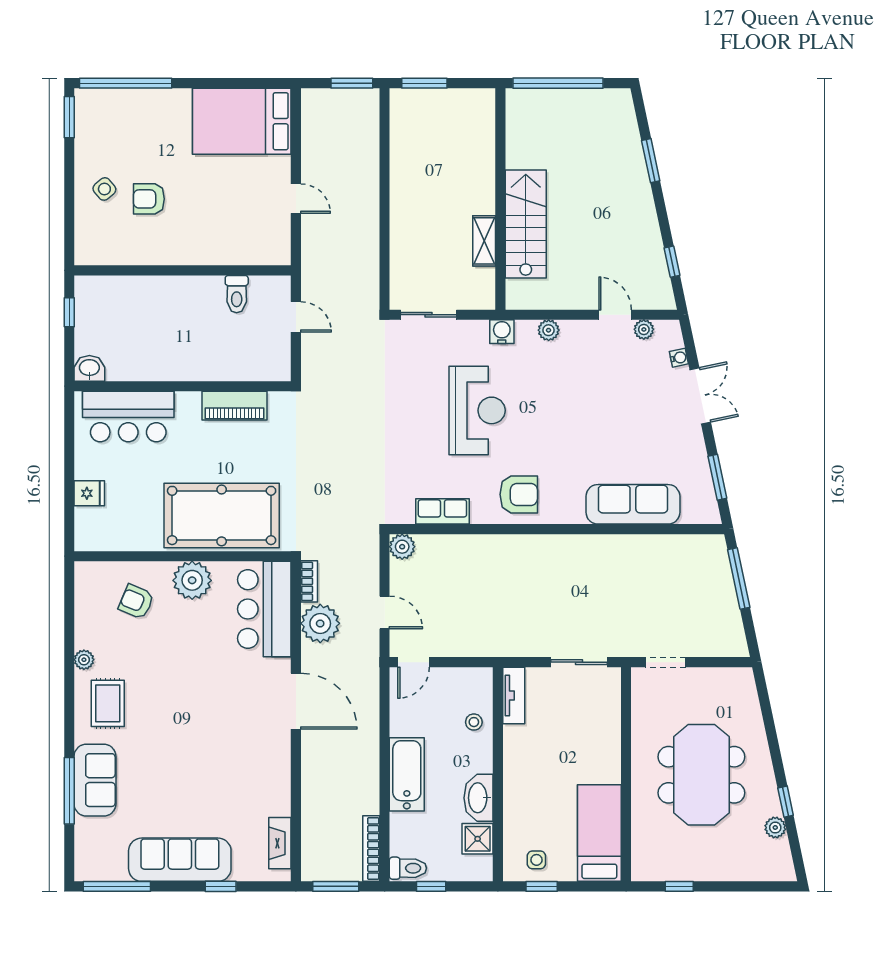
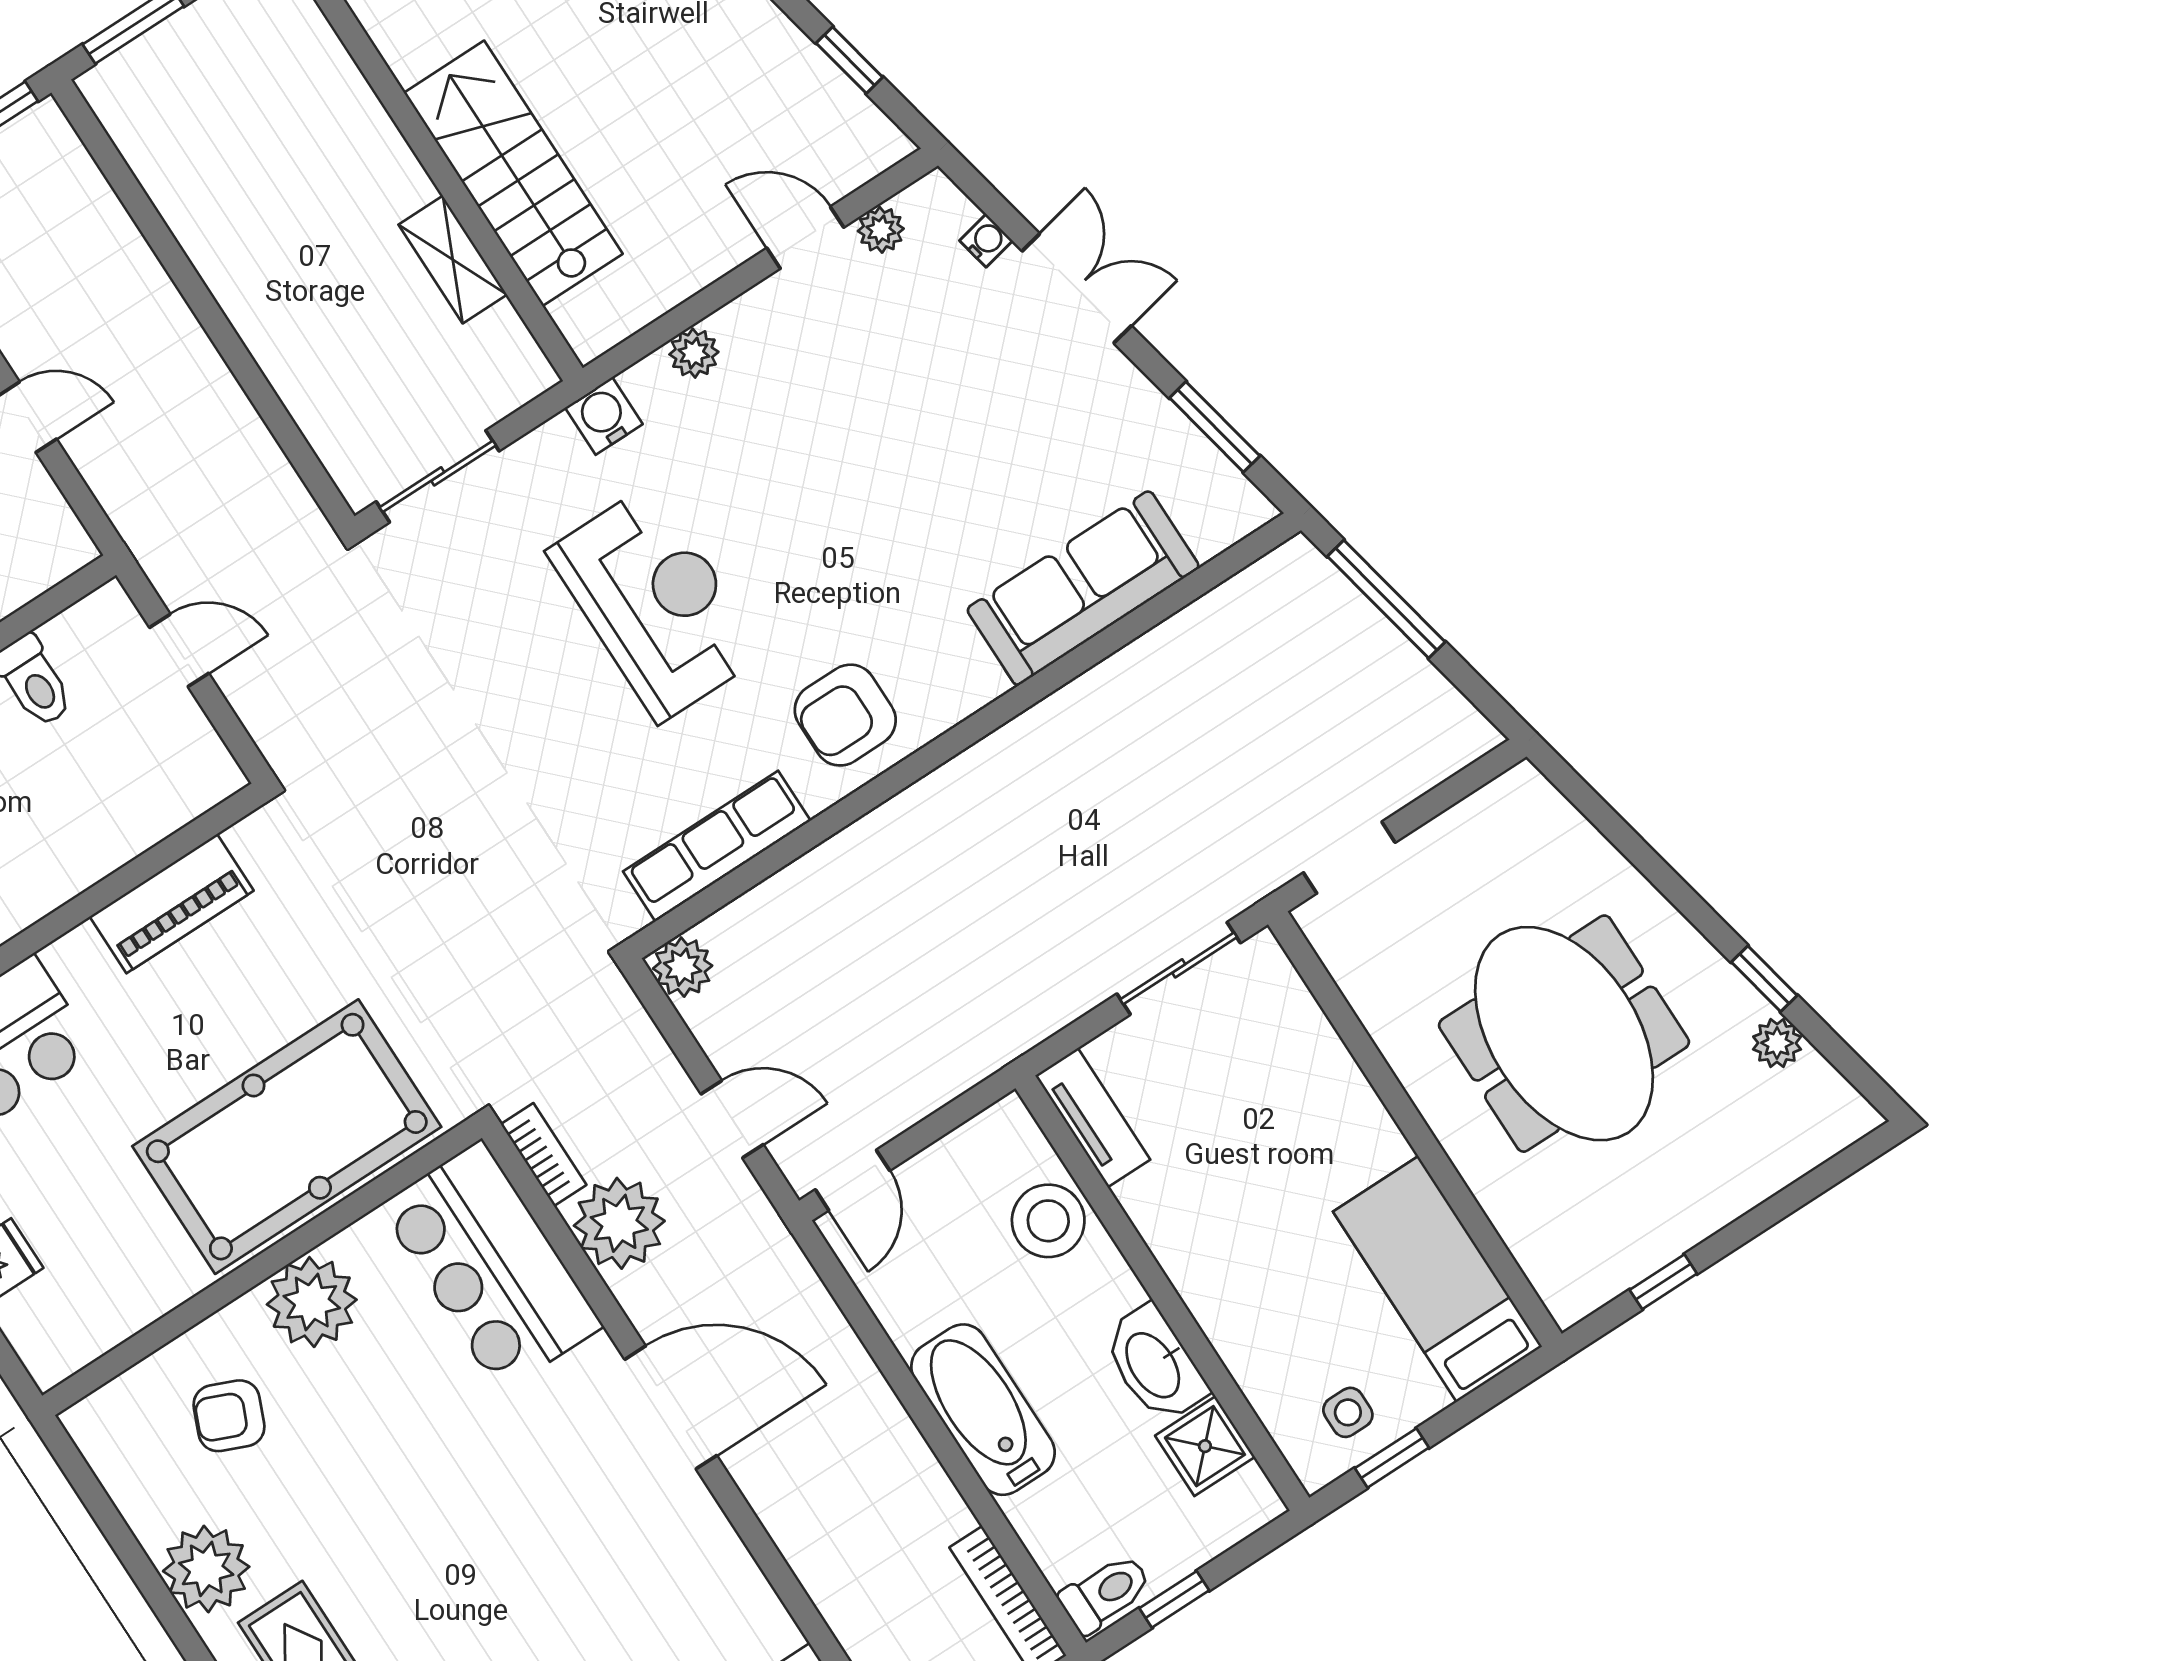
armchair: (519, 494) -> (845, 715), turned 180
row of seats: (442, 511) -> (717, 846), width x1.48
plant: (84, 660) -> (206, 1569), width x1.88, depth x1.88
stool: (474, 722) -> (1048, 1221), width x1.89, depth x1.89

